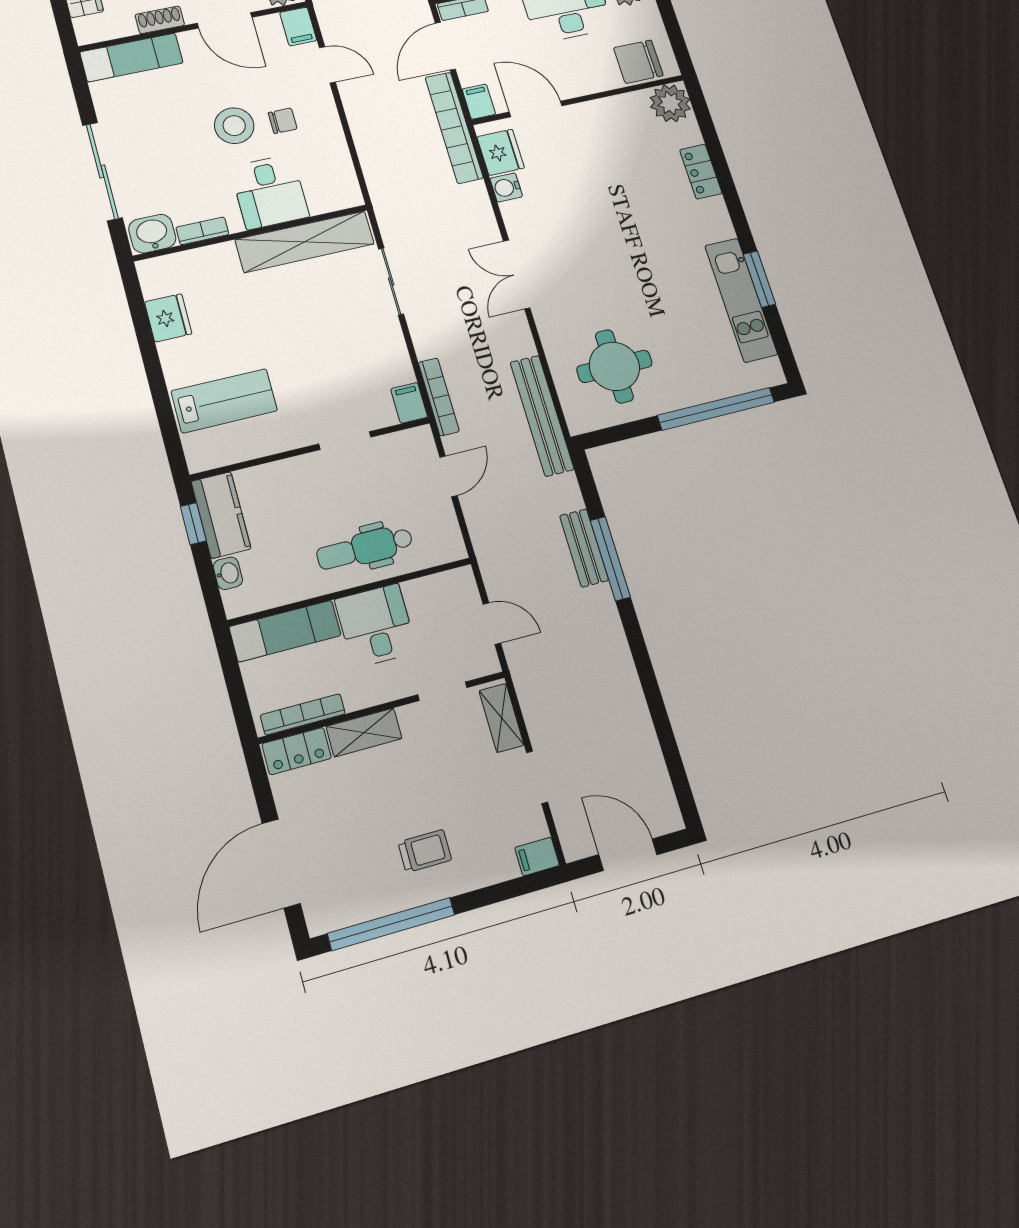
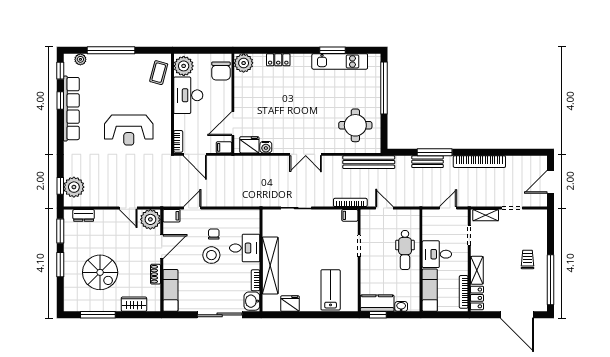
bookcase: (454, 128) -> (479, 162), moved
shelving: (305, 242) -> (270, 266), moved
filing cabinet: (537, 856) -> (541, 217), removed

